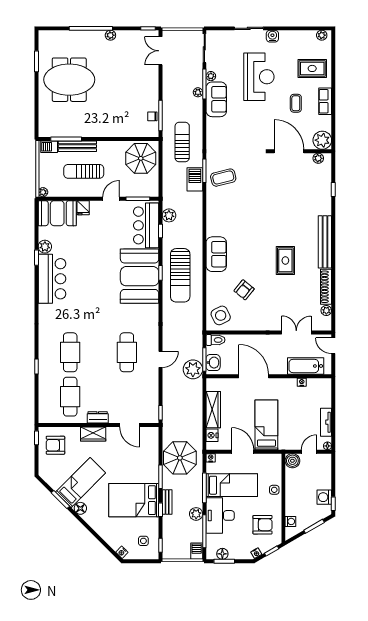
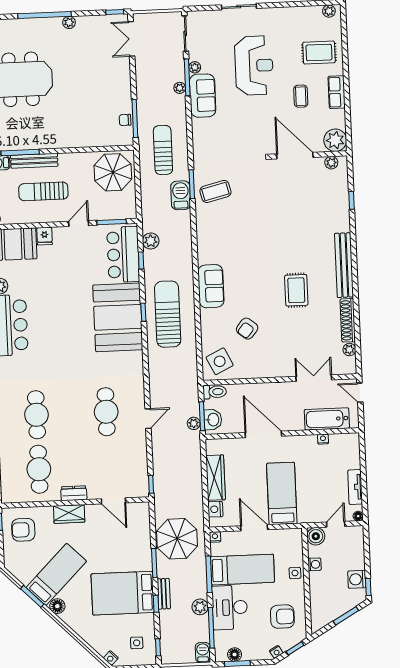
water cooler: (272, 36) -> (268, 15), removed
sun lounger: (180, 275) -> (168, 314), turned 180
plant: (193, 369) -> (194, 423), width x0.53, depth x0.53
washing machine: (290, 521) -> (314, 564), moved

